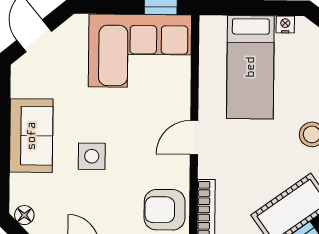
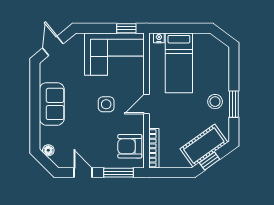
nightstand: (285, 24) -> (159, 38), moved
side table: (92, 156) -> (106, 104), moved

